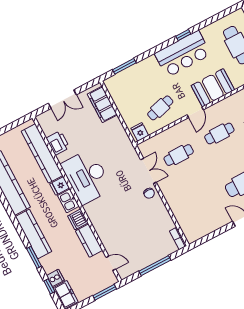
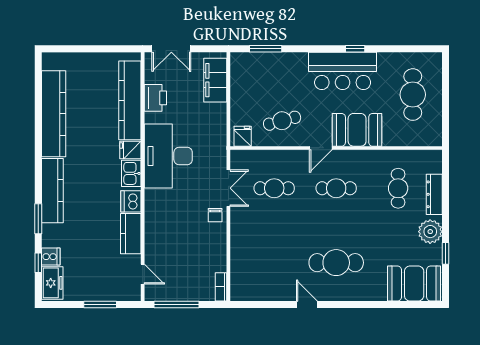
printer: (58, 143) -> (155, 98), moved
kitchen counter: (42, 153) -> (130, 100), moved
desk: (87, 177) -> (168, 156), moved
fridge: (60, 186) -> (130, 150), moved
wall: (77, 199) -> (143, 177), moved
kitchen sink: (68, 201) -> (131, 173), moved
dishwasher: (78, 219) -> (131, 201), moved
kitchen counter: (89, 241) -> (131, 234), moved
door: (111, 263) -> (143, 274), moved

